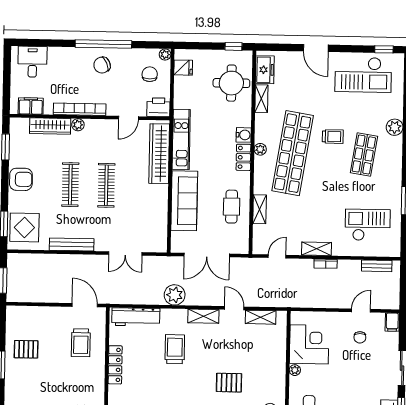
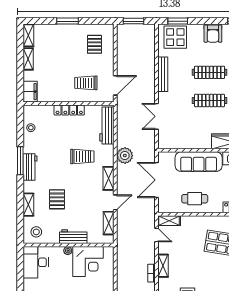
shelving: (260, 209) -> (169, 221), moved
pallet: (26, 349) -> (94, 44), moved
workbench: (277, 363) -> (73, 237), added

